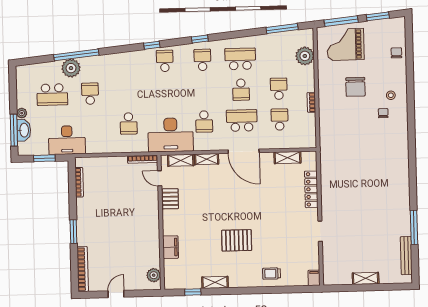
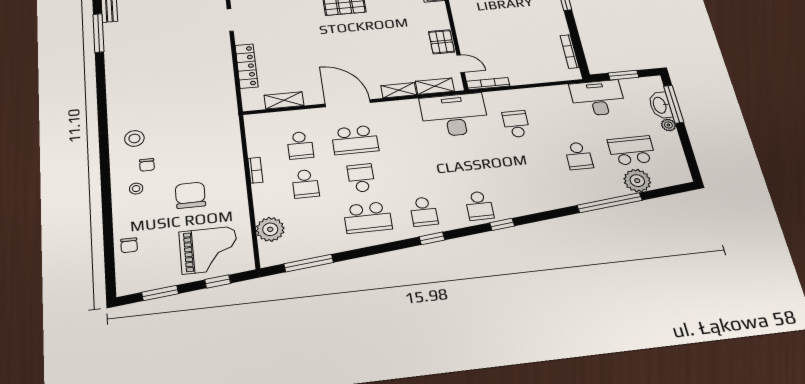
window: (341, 21) -> (218, 281), width x0.46
plant: (71, 68) -> (637, 181), moved
school desk: (204, 121) -> (409, 135), removed
stool: (391, 135) -> (134, 138), added

